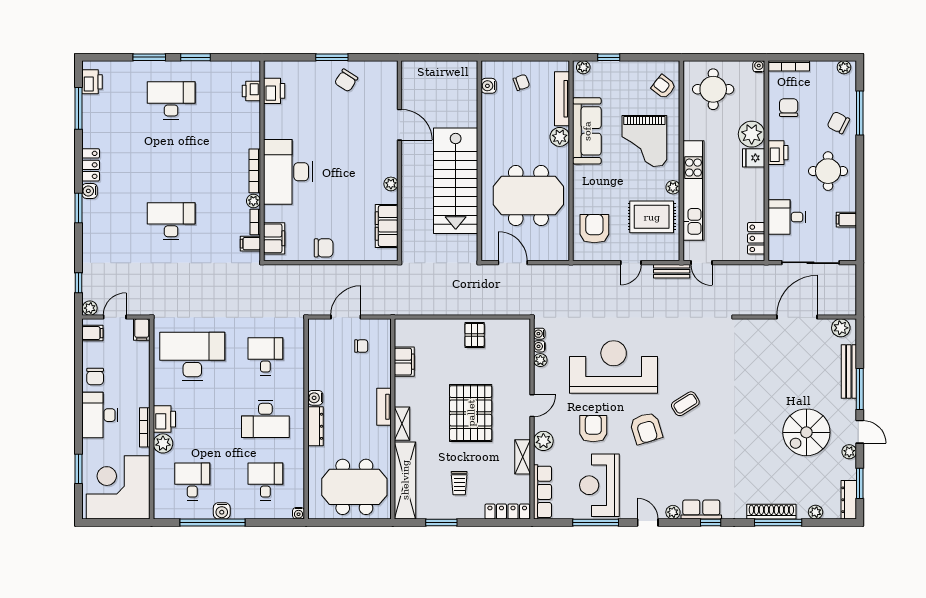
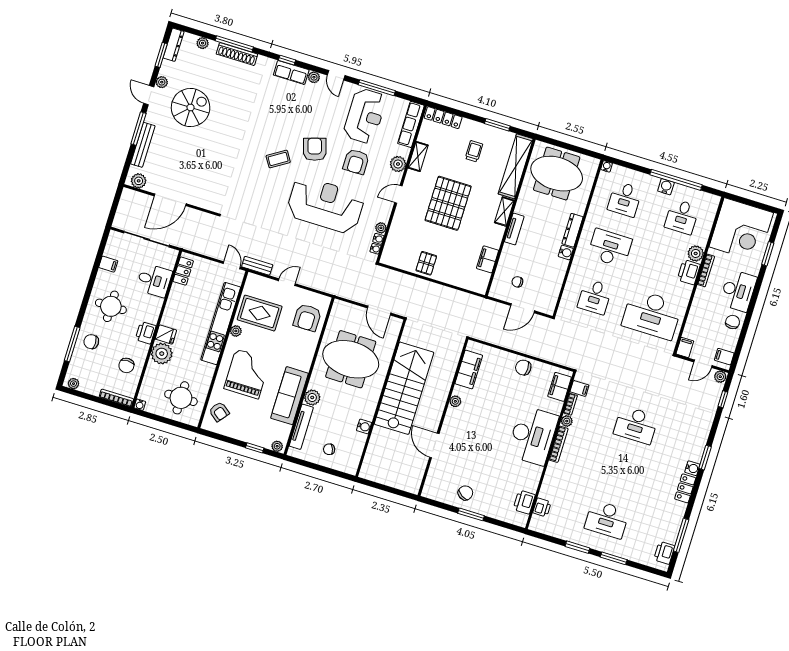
water cooler: (489, 86) -> (364, 426), moved
chair: (838, 123) -> (91, 342), turned 153
reception desk: (614, 367) -> (325, 205), turned 180

